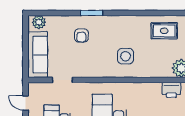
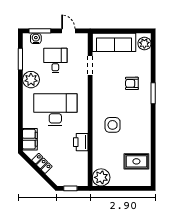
rug: (164, 31) -> (136, 161), turned 90
printer: (171, 90) -> (81, 142), moved
door: (26, 103) -> (68, 31), hinge flipped

